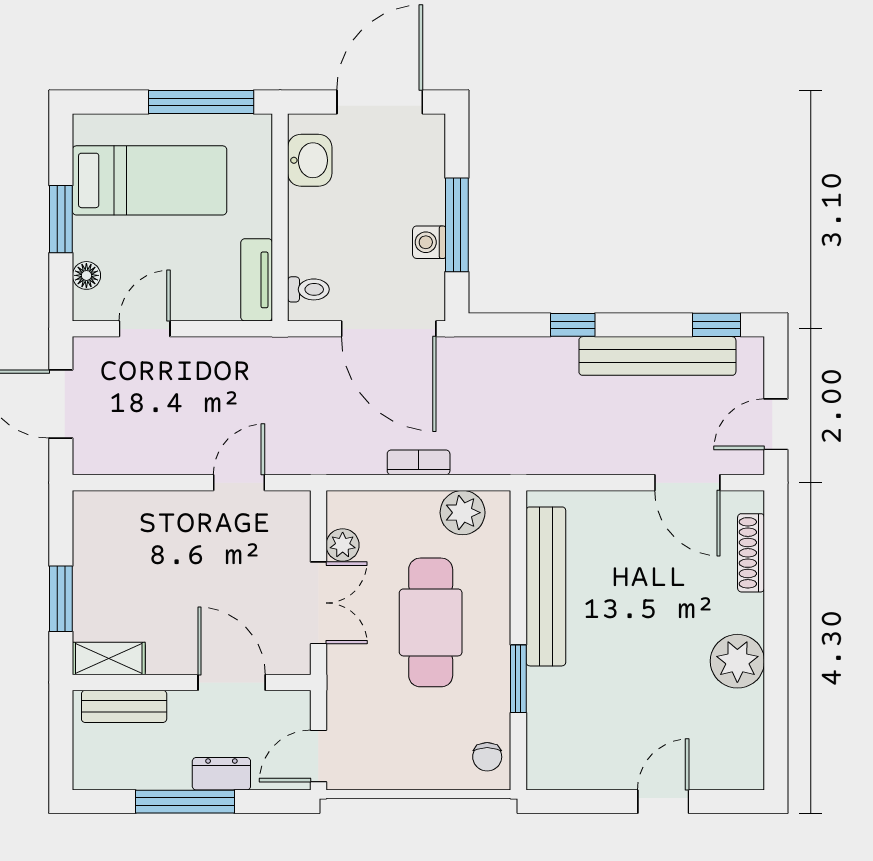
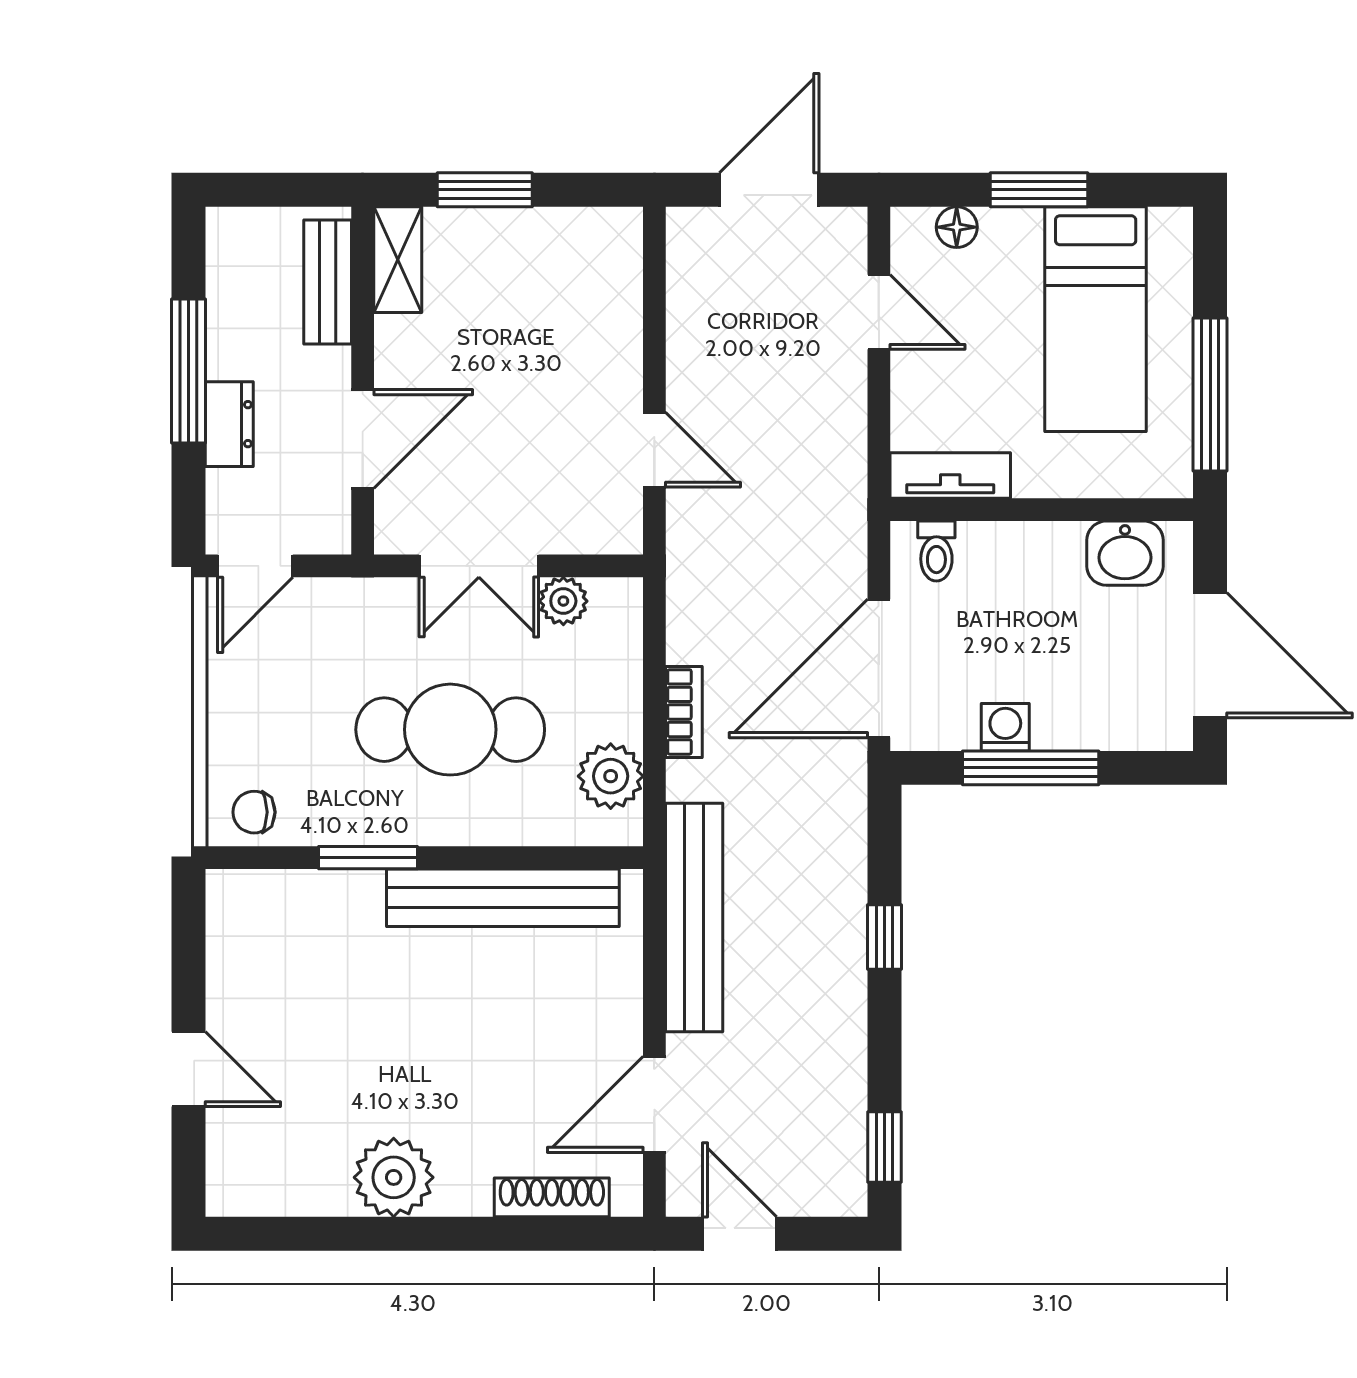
bench: (657, 356) -> (694, 917), moved
door: (318, 756) -> (255, 566), swing flipped

